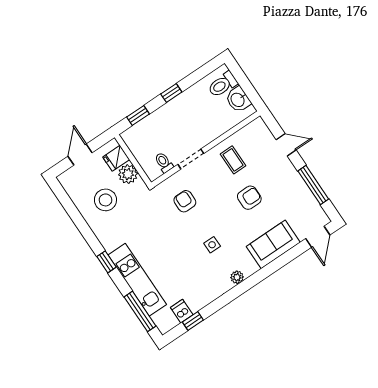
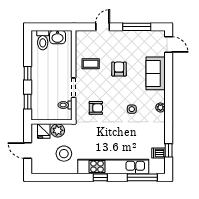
armchair: (185, 201) -> (96, 108), turned 180
kitchen unit: (137, 280) -> (113, 166), width x1.36

